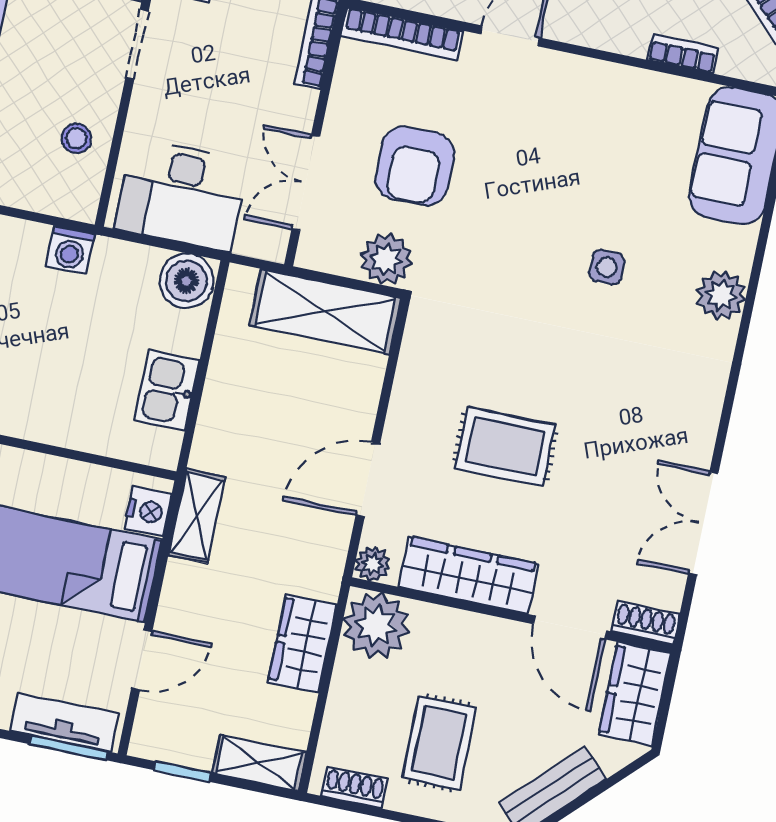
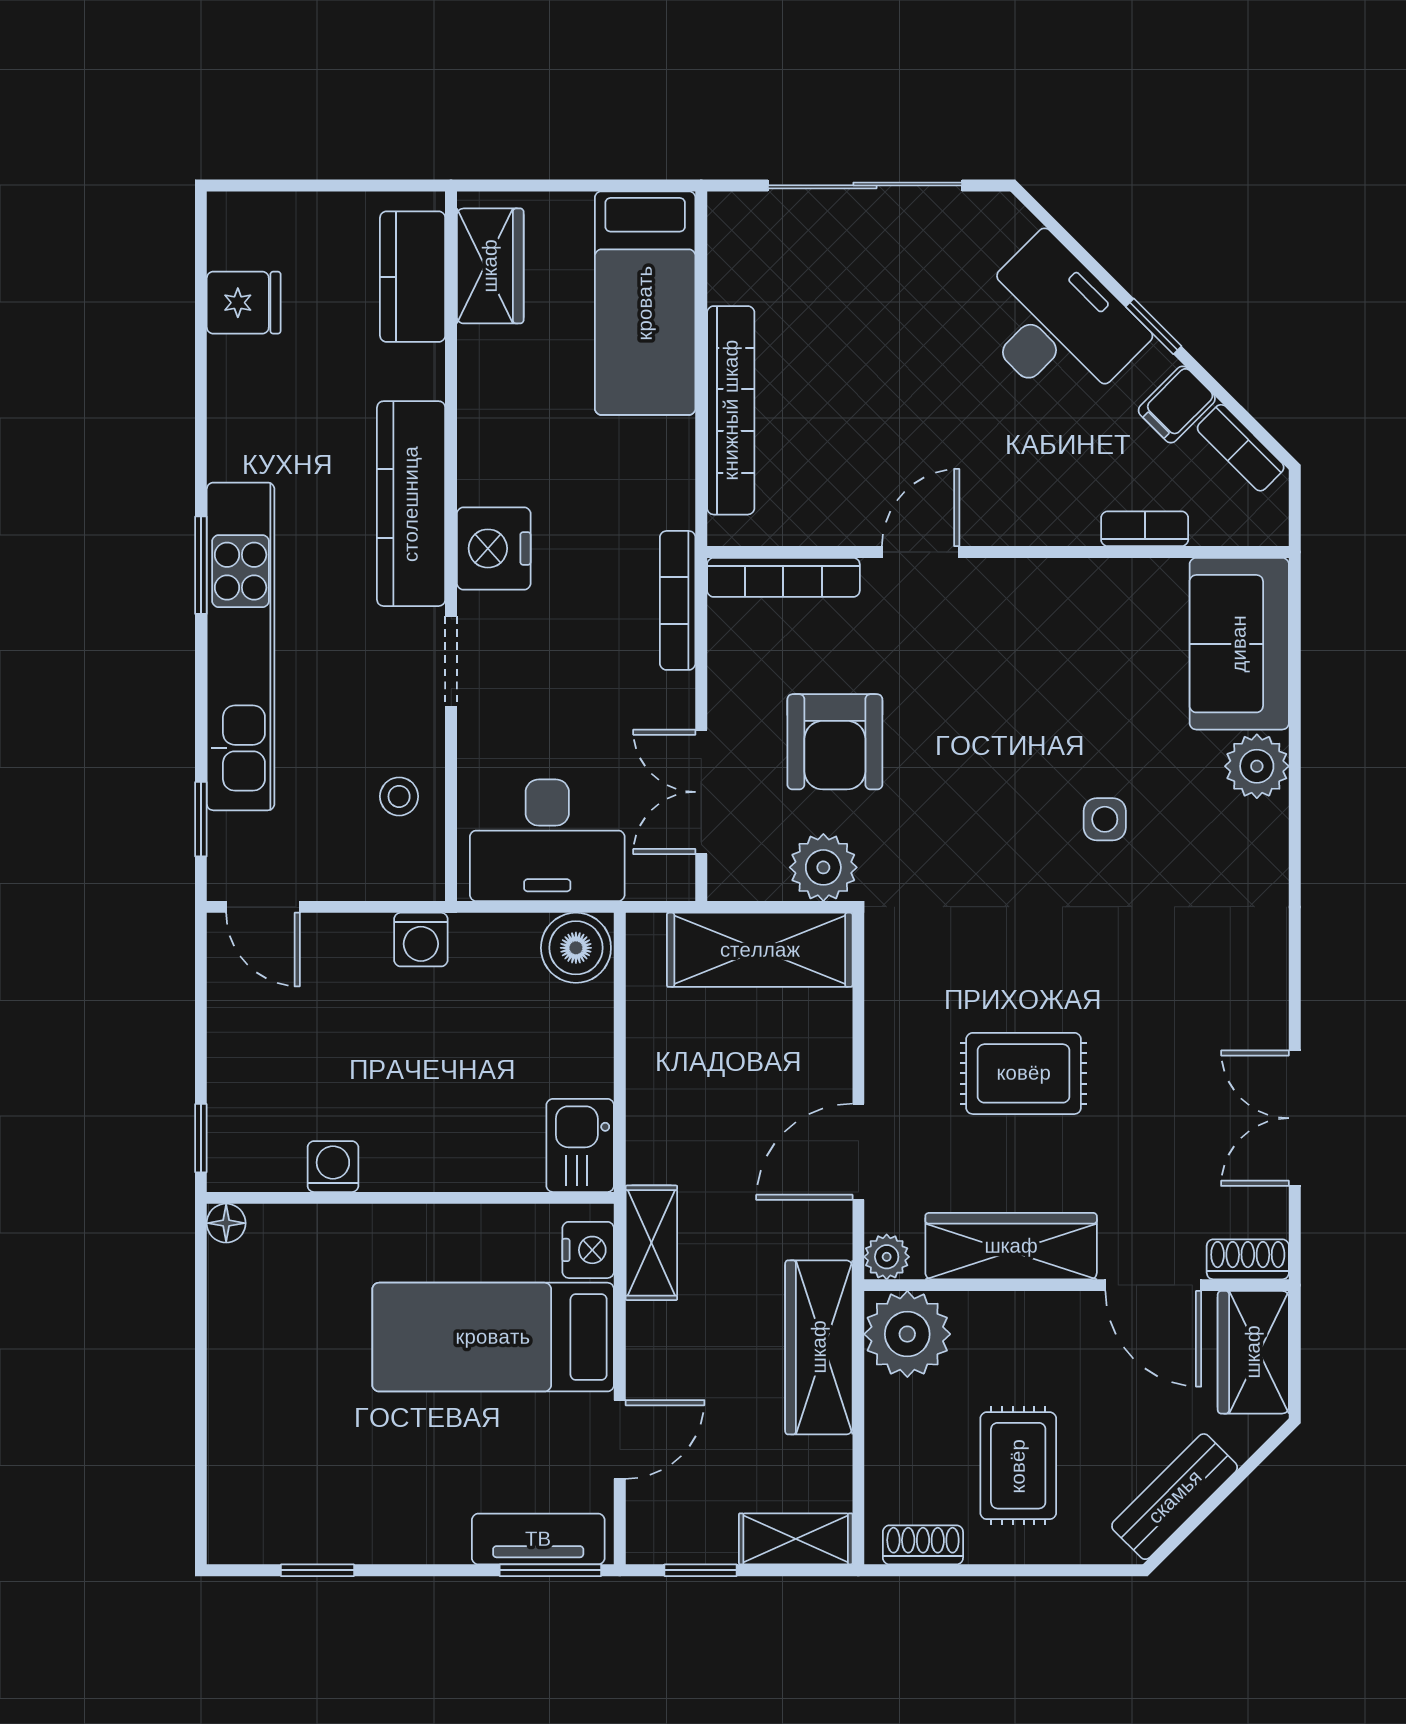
plant: (721, 295) -> (1257, 766), moved
kitchen sink: (167, 390) -> (580, 1145), moved
wardrobe: (302, 644) -> (819, 1347), width x1.50

